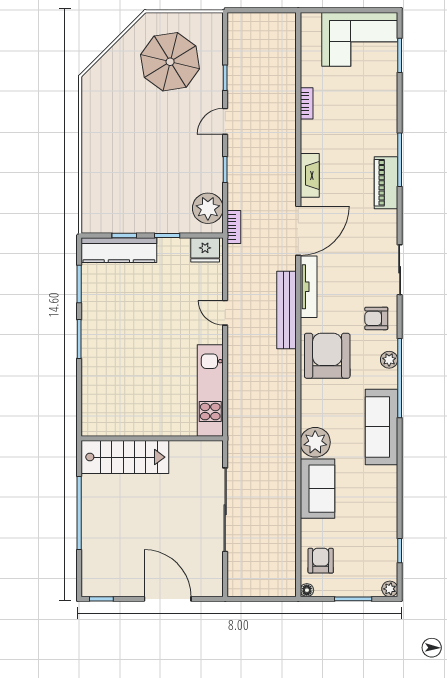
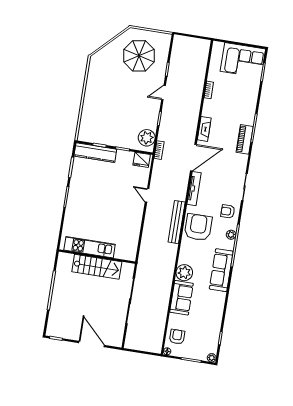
bench: (287, 310) -> (177, 222), moved
kitchen unit: (210, 390) -> (90, 247), moved, turned 90
stairs: (125, 457) -> (97, 267), moved

